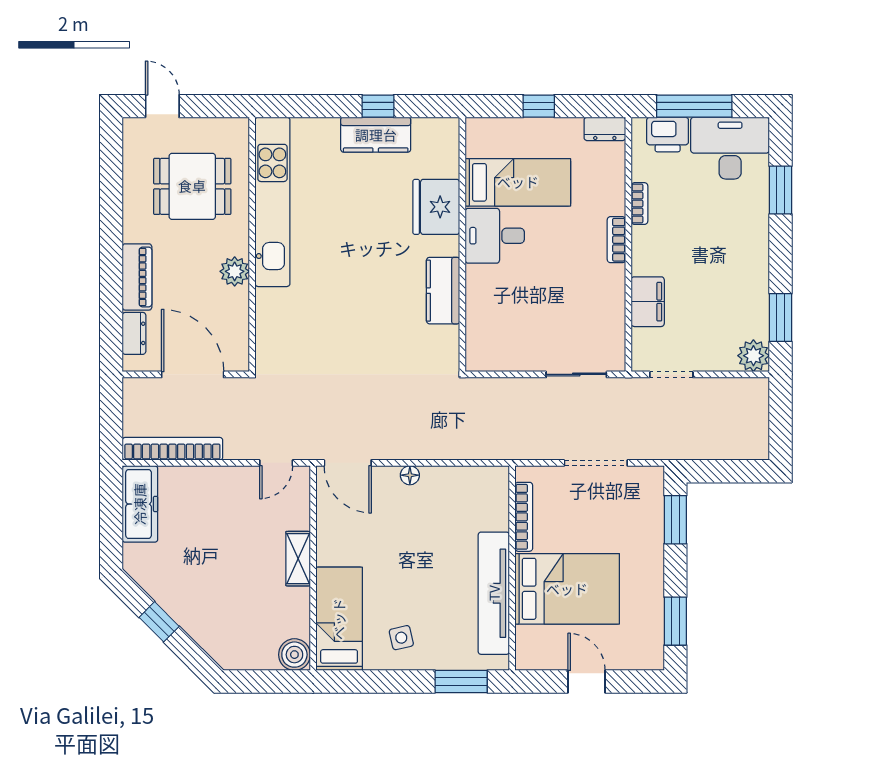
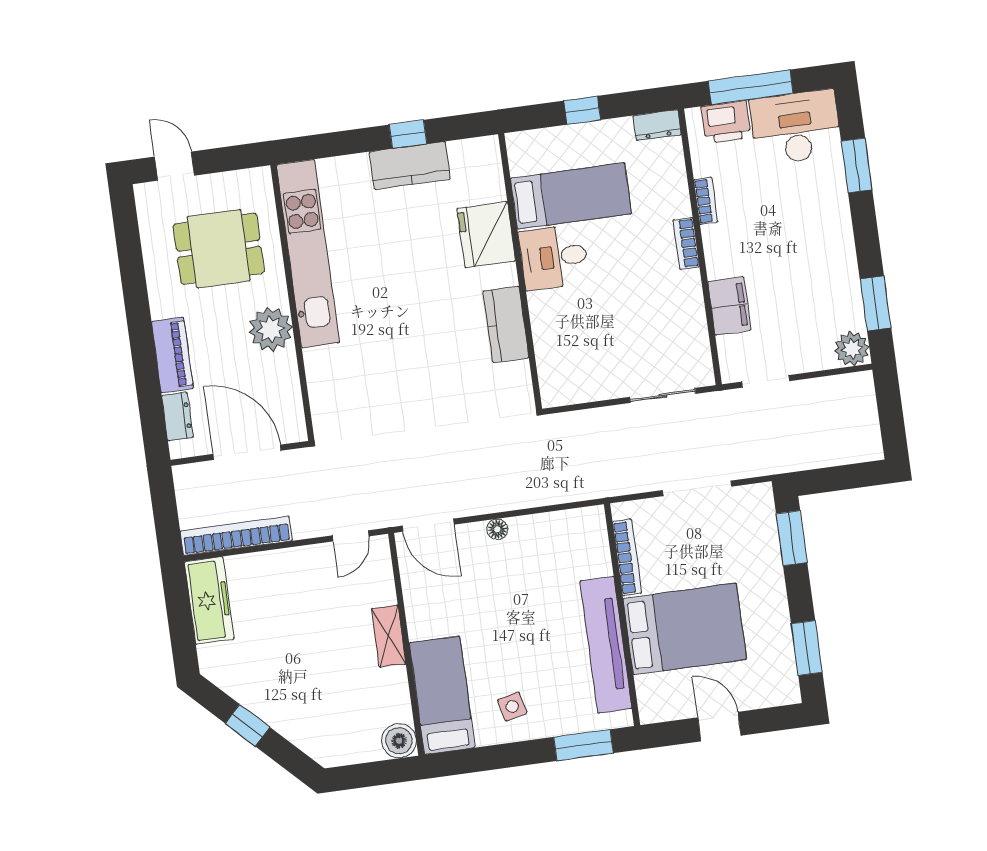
plant: (235, 271) -> (271, 329), width x1.36, depth x1.36

